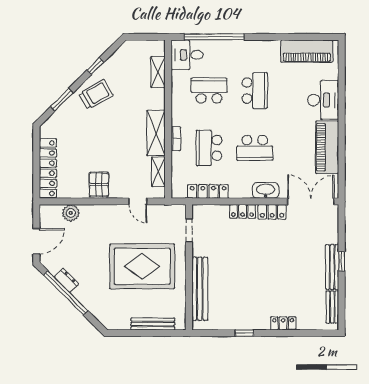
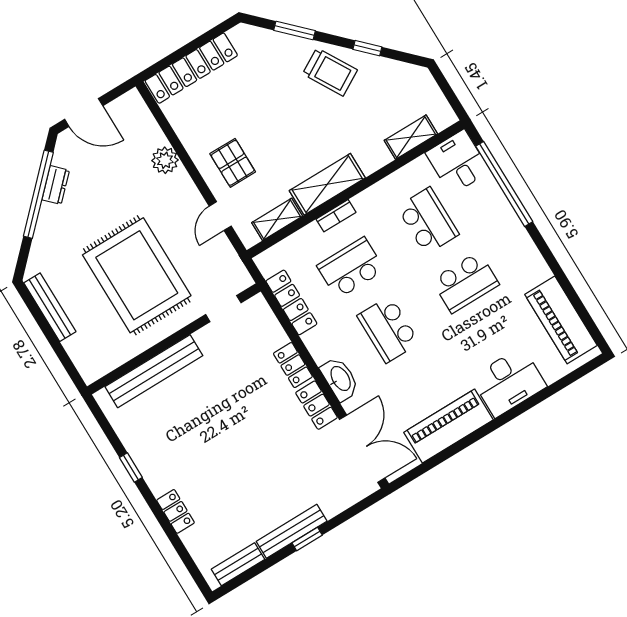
pallet: (99, 184) -> (233, 163), moved, turned 90
plant: (71, 213) -> (165, 160), moved
bench: (153, 324) -> (50, 307), moved

